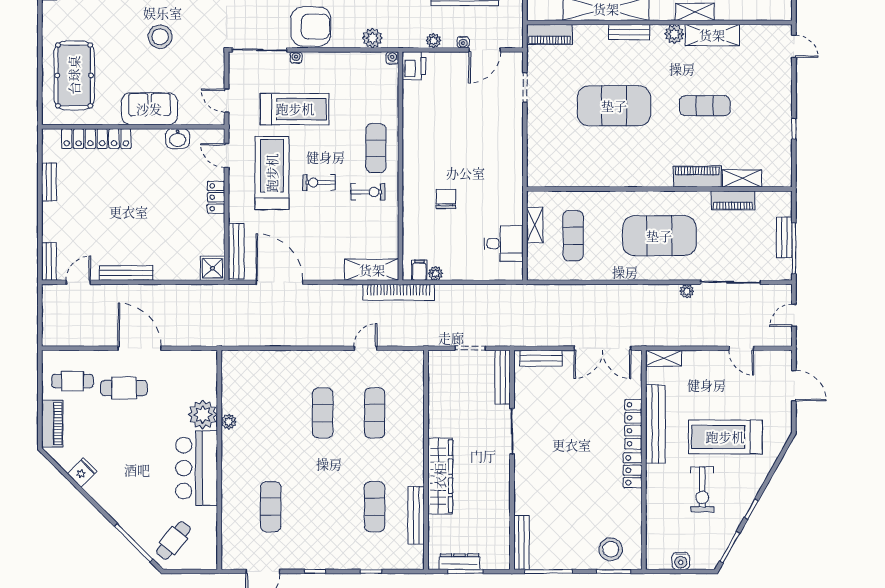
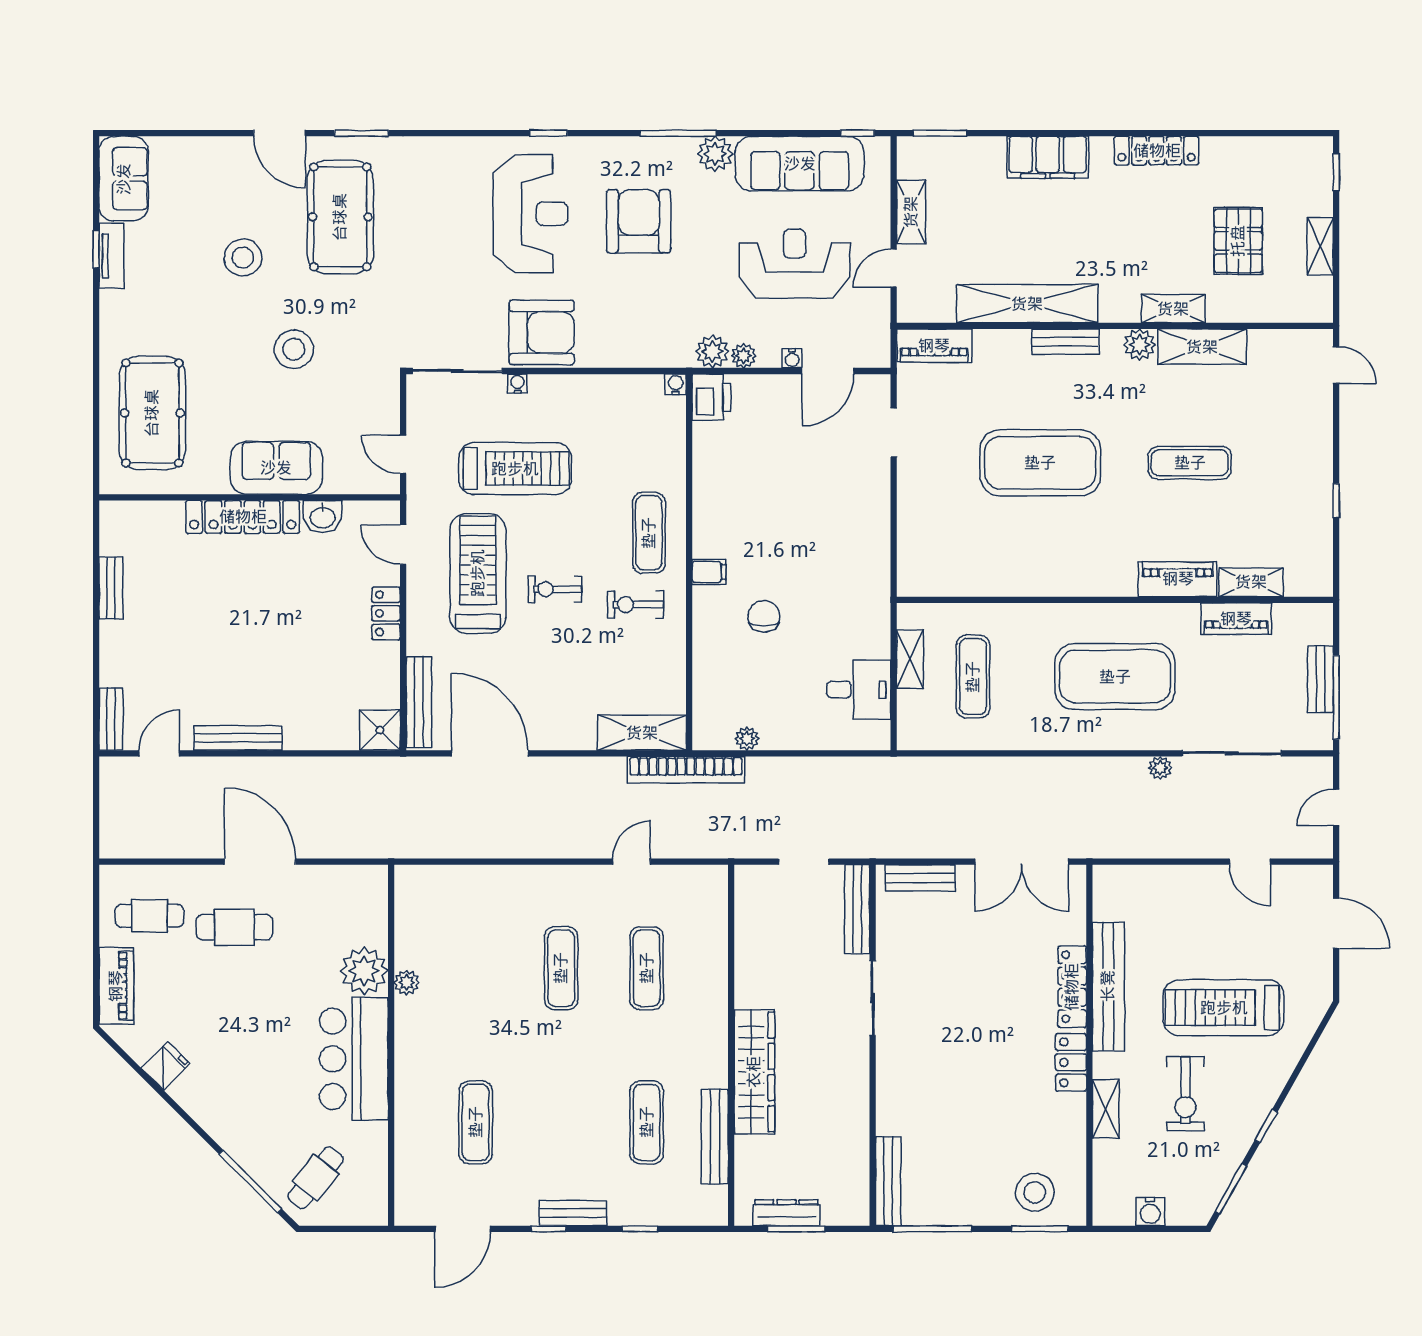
plant: (372, 38) -> (712, 352), moved
locker: (96, 139) -> (243, 517), moved
exercise bike: (368, 192) -> (636, 605), turned 180
filing cabinet: (419, 270) -> (709, 572), moved, turned 90
shelving: (664, 358) -> (1106, 1109), moved, turned 90
bench: (330, 562) -> (573, 1213), added

